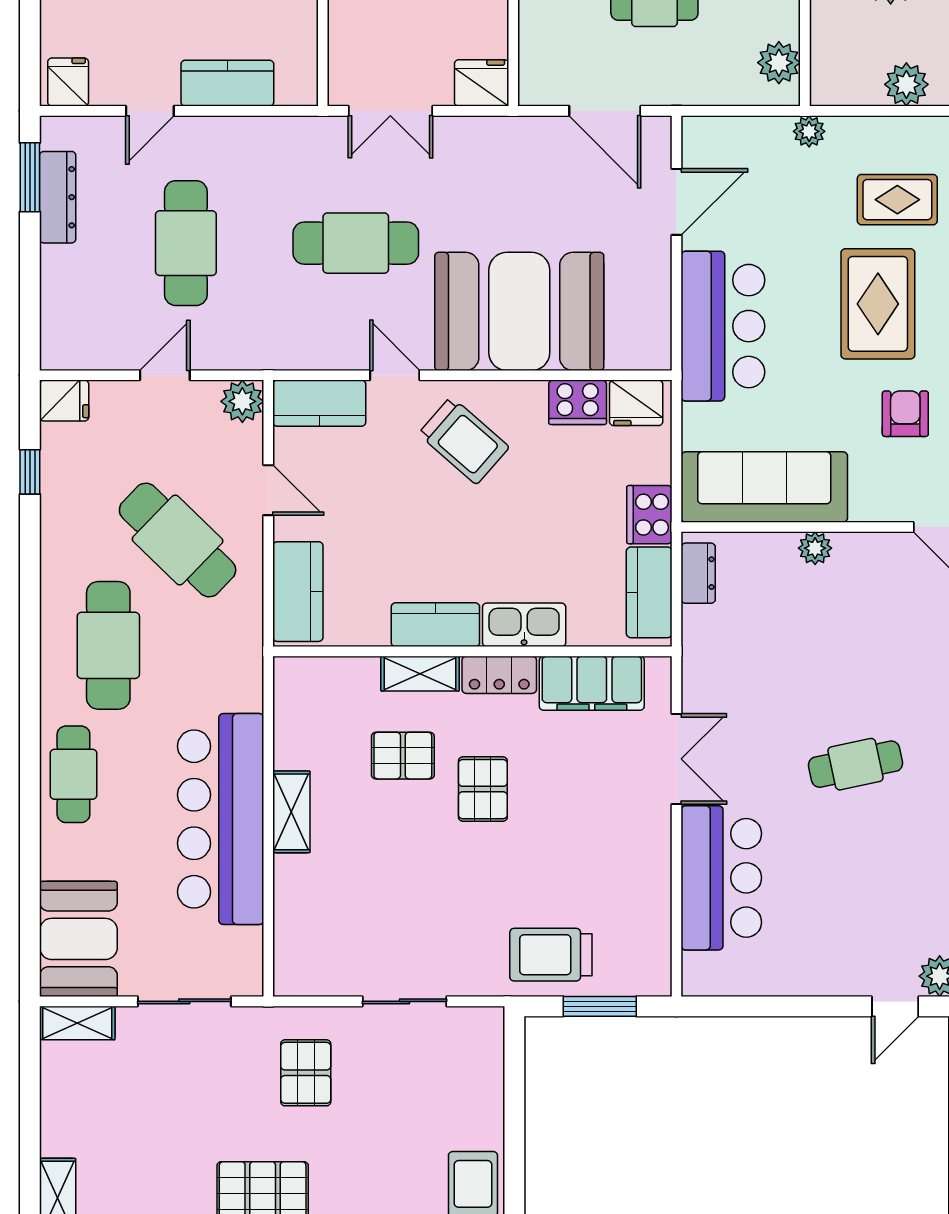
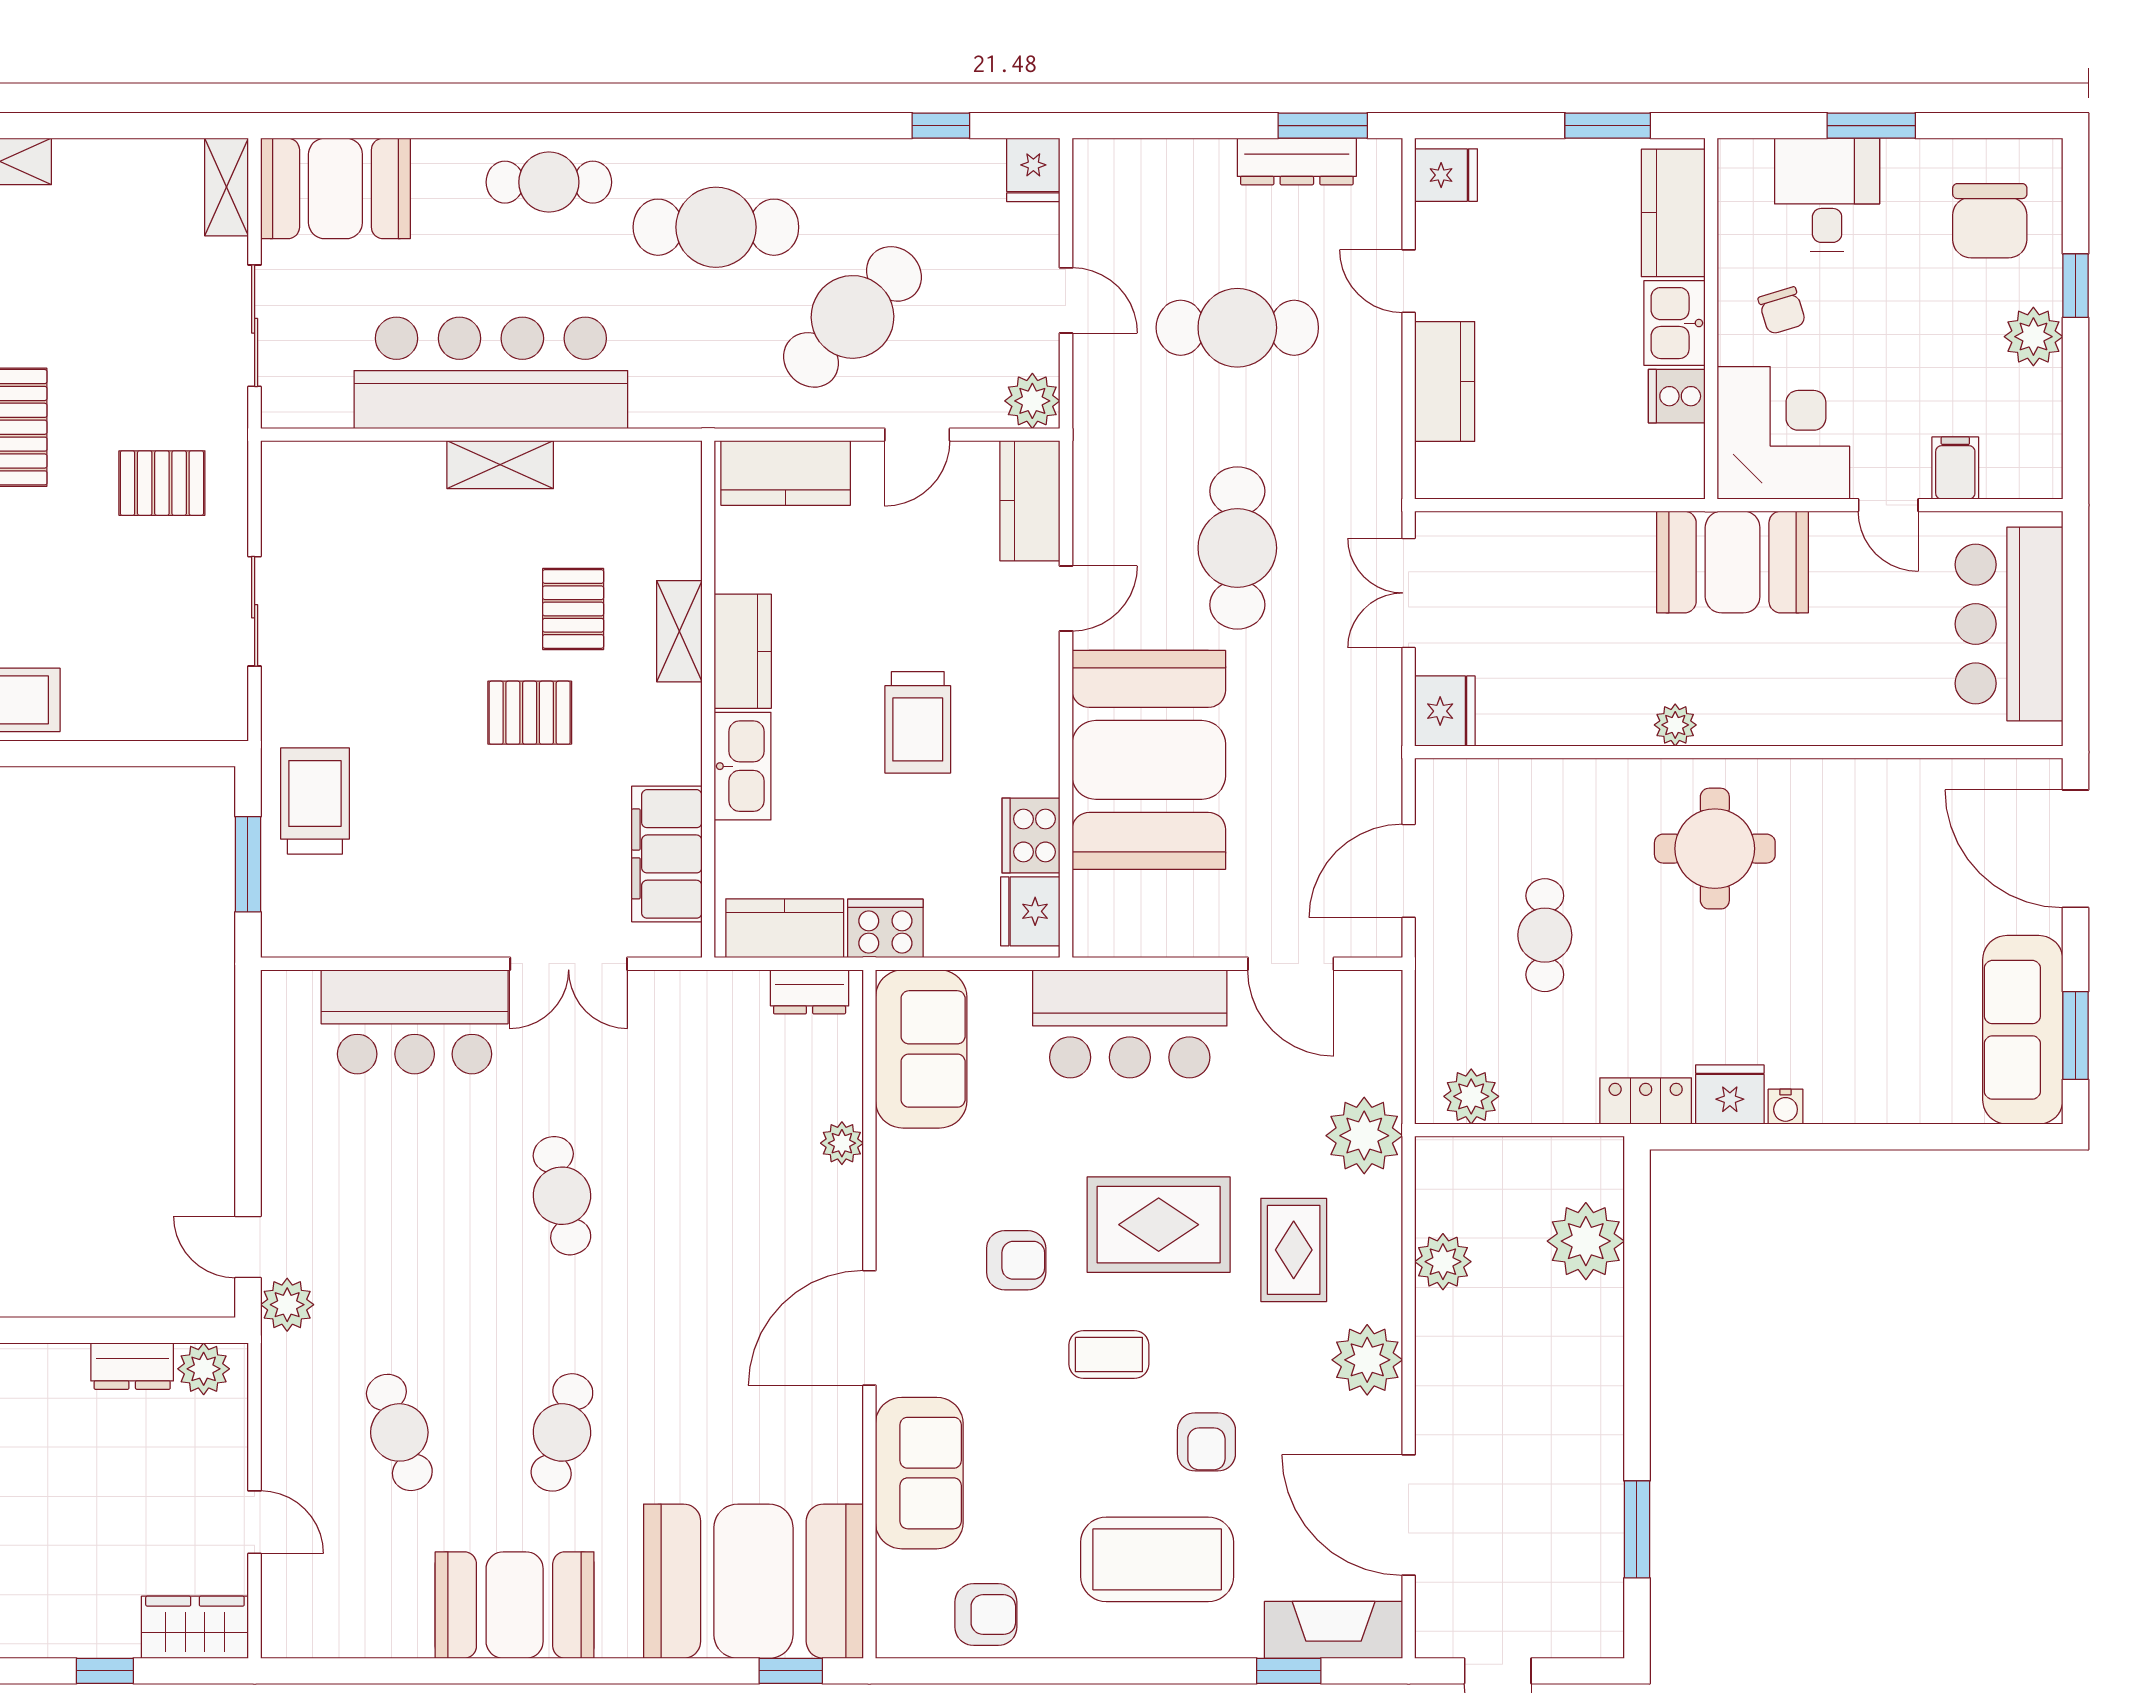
plant: (809, 131) -> (1364, 1136), width x1.87, depth x1.87
trolley: (464, 441) -> (918, 722), moved, turned -41
sofa: (764, 487) -> (921, 1049), width x0.73
locker: (499, 675) -> (678, 734), removed

